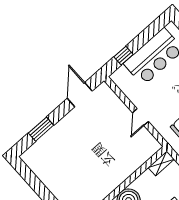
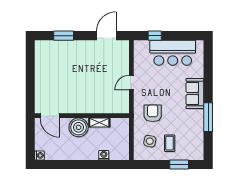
shelving: (161, 163) -> (99, 123), moved

